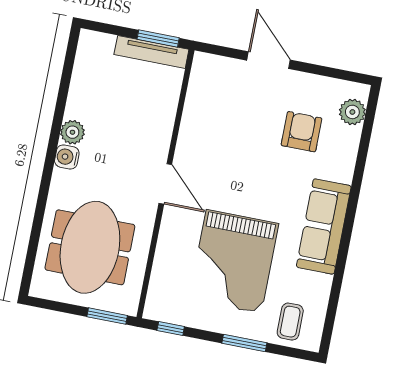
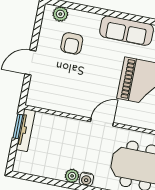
armchair: (301, 132) -> (72, 43), turned -90

